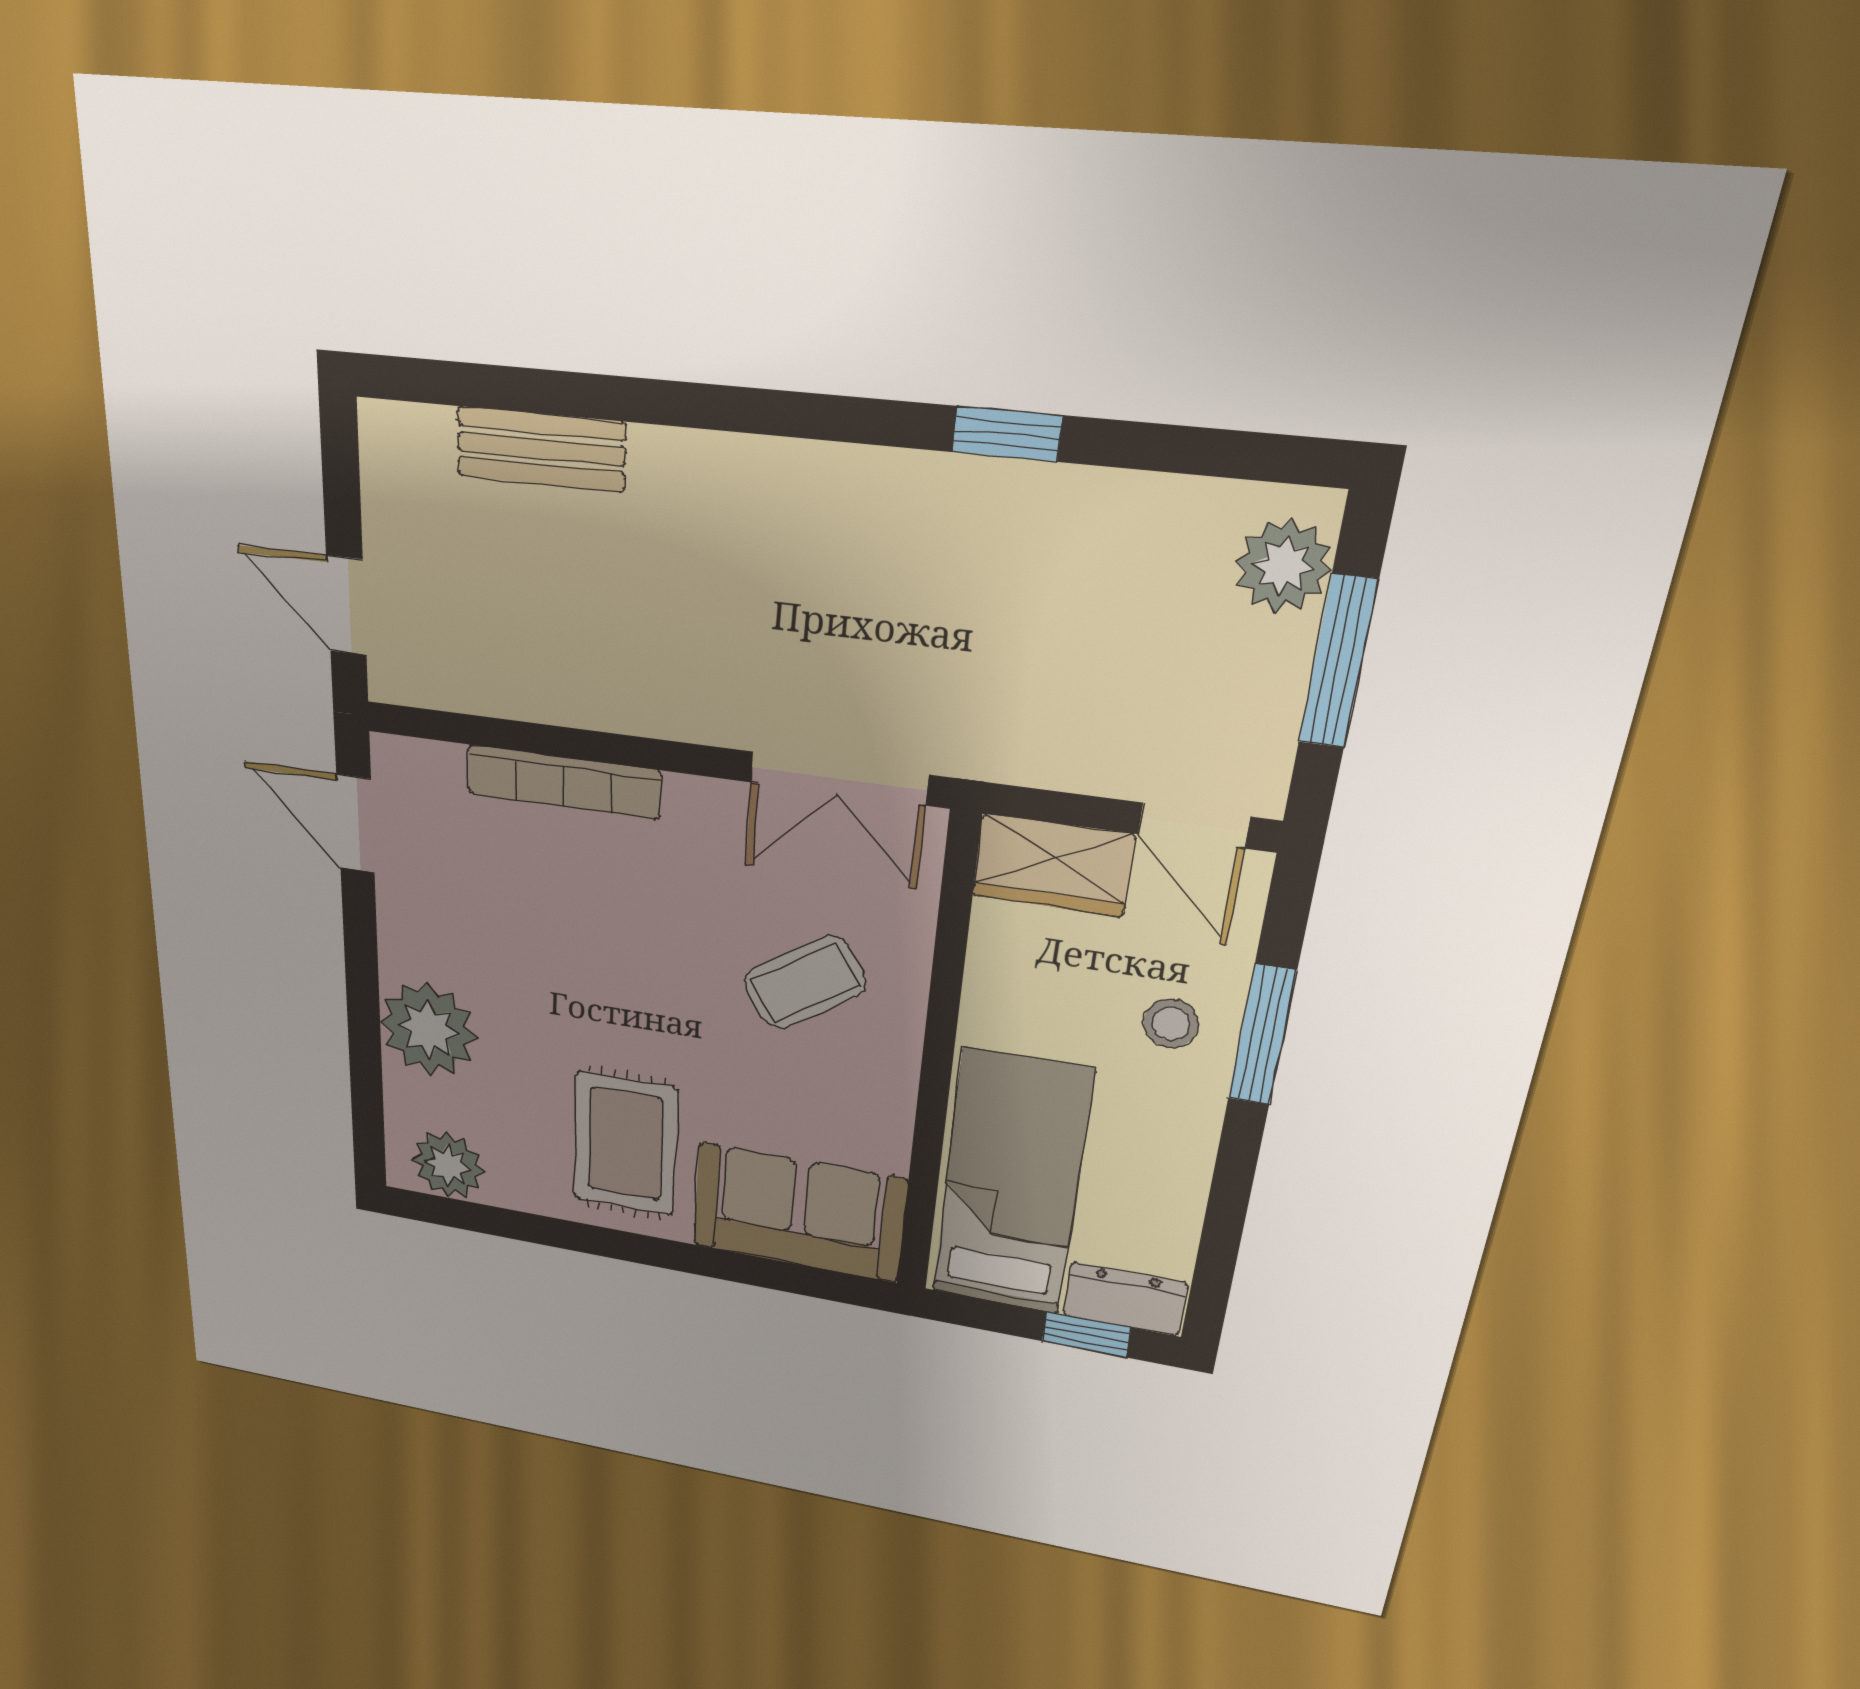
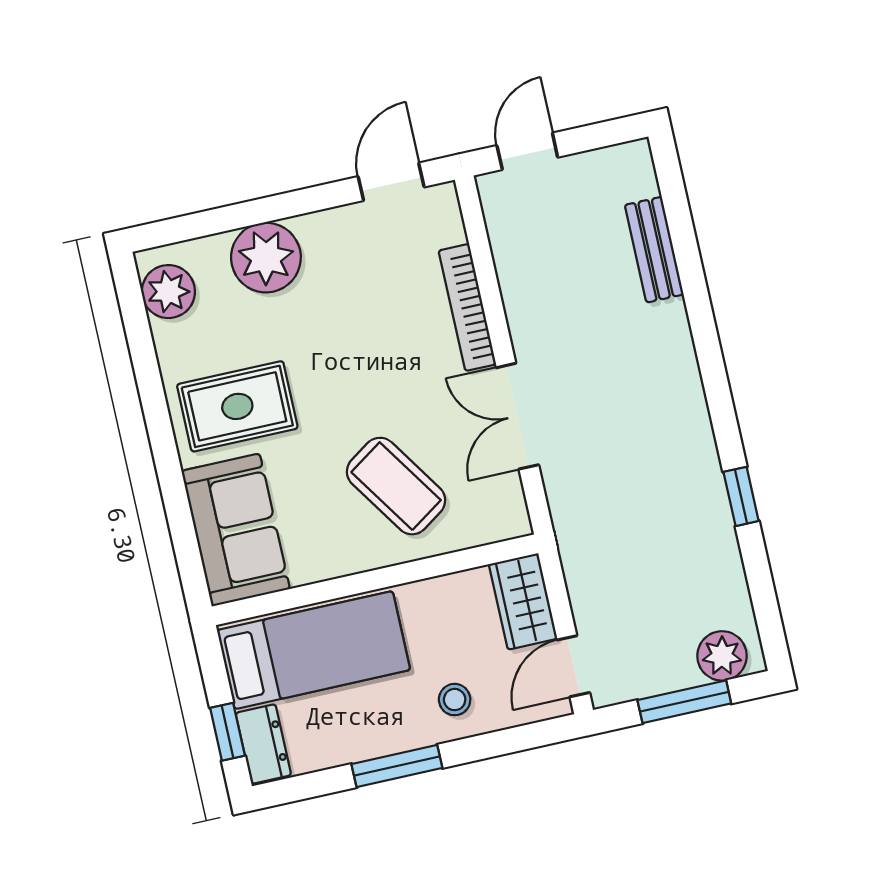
double door: (839, 779) -> (517, 416), moved
coffee table: (805, 983) -> (396, 486), width x1.36, depth x1.30
window: (1262, 1035) -> (397, 766), moved

